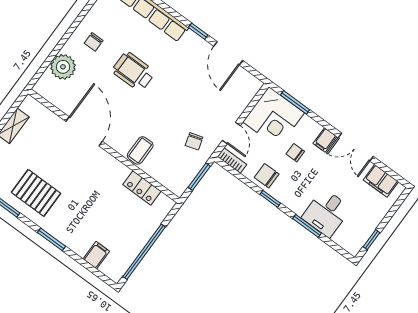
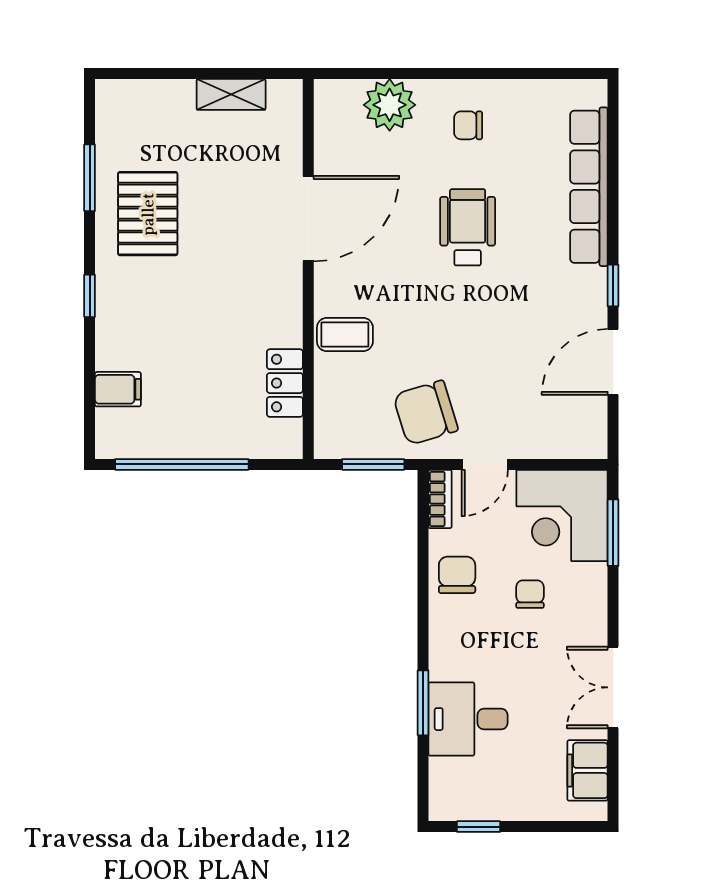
filing cabinet: (325, 140) -> (587, 628), removed
chair: (194, 141) -> (426, 413), width x1.87, depth x1.87
window: (270, 199) -> (423, 609), removed
window: (51, 239) -> (90, 296), width x0.67

